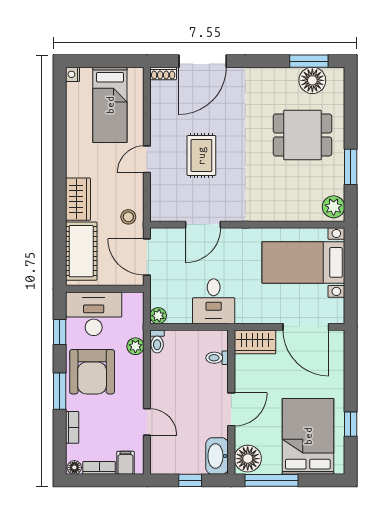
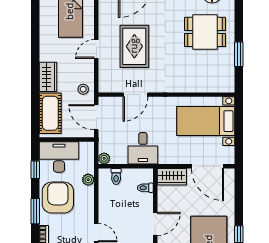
rug: (201, 156) -> (134, 46), width x1.36, depth x1.43
plant: (334, 207) -> (227, 82), removed
toilet: (157, 341) -> (116, 176), moved
armchair: (92, 372) -> (58, 198), turned 180

